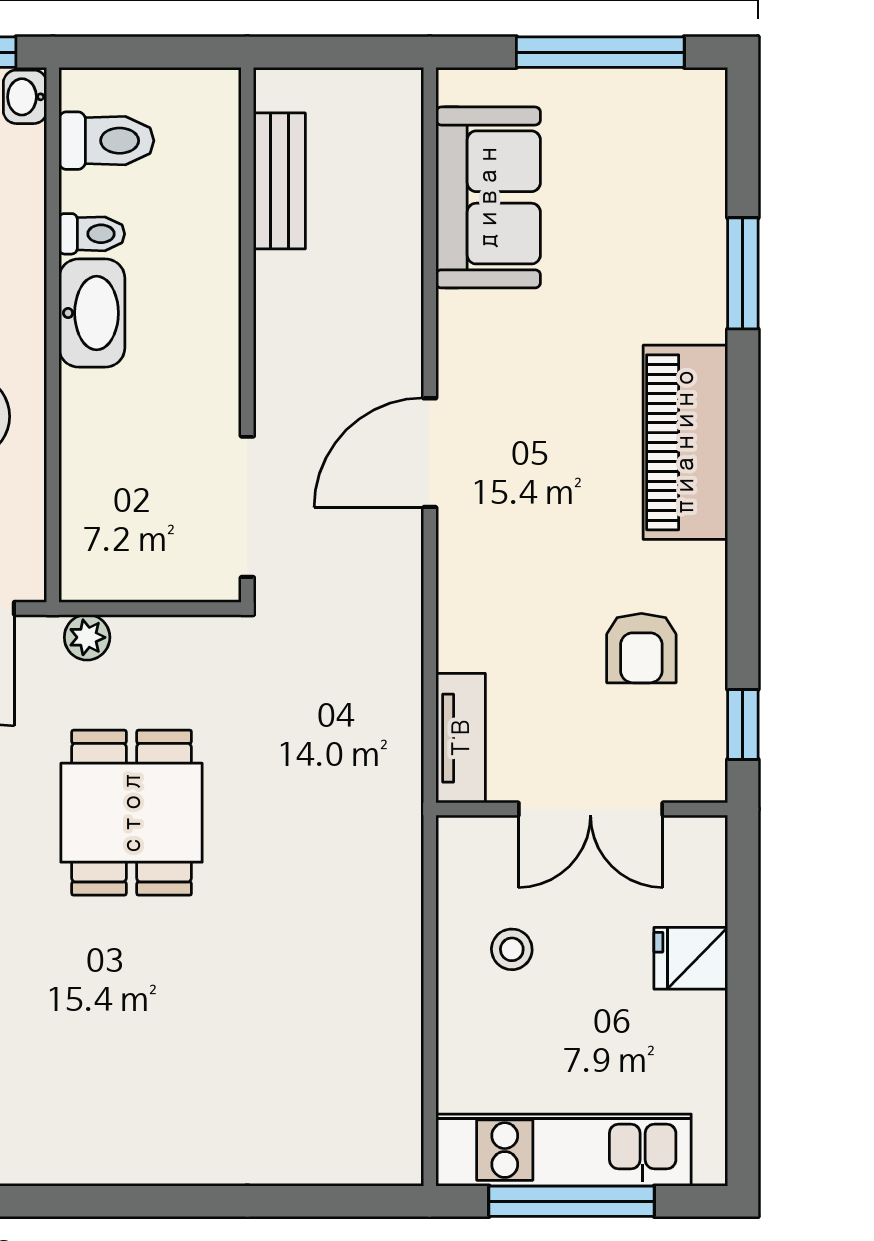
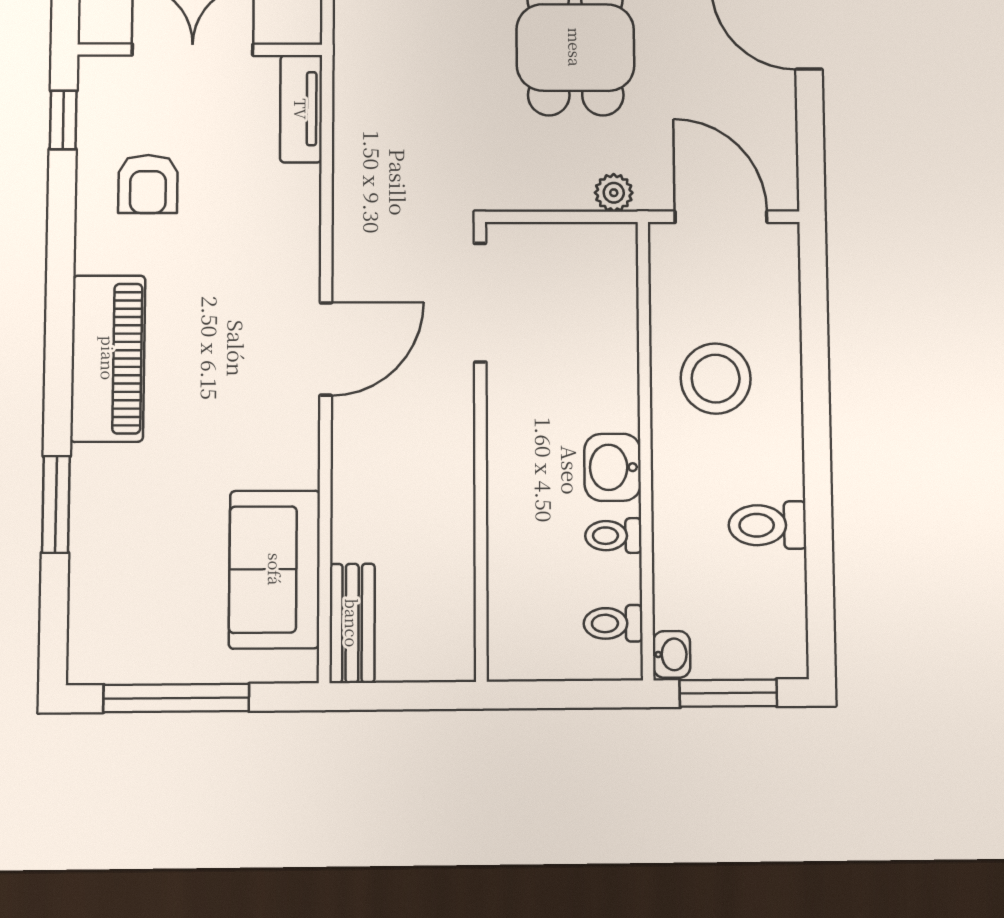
toilet: (106, 141) -> (613, 623), width x0.73, depth x0.72
bench: (279, 181) -> (352, 623), moved
washbasin: (92, 313) -> (613, 467), width x0.72
armchair: (641, 648) -> (148, 184), turned 180

